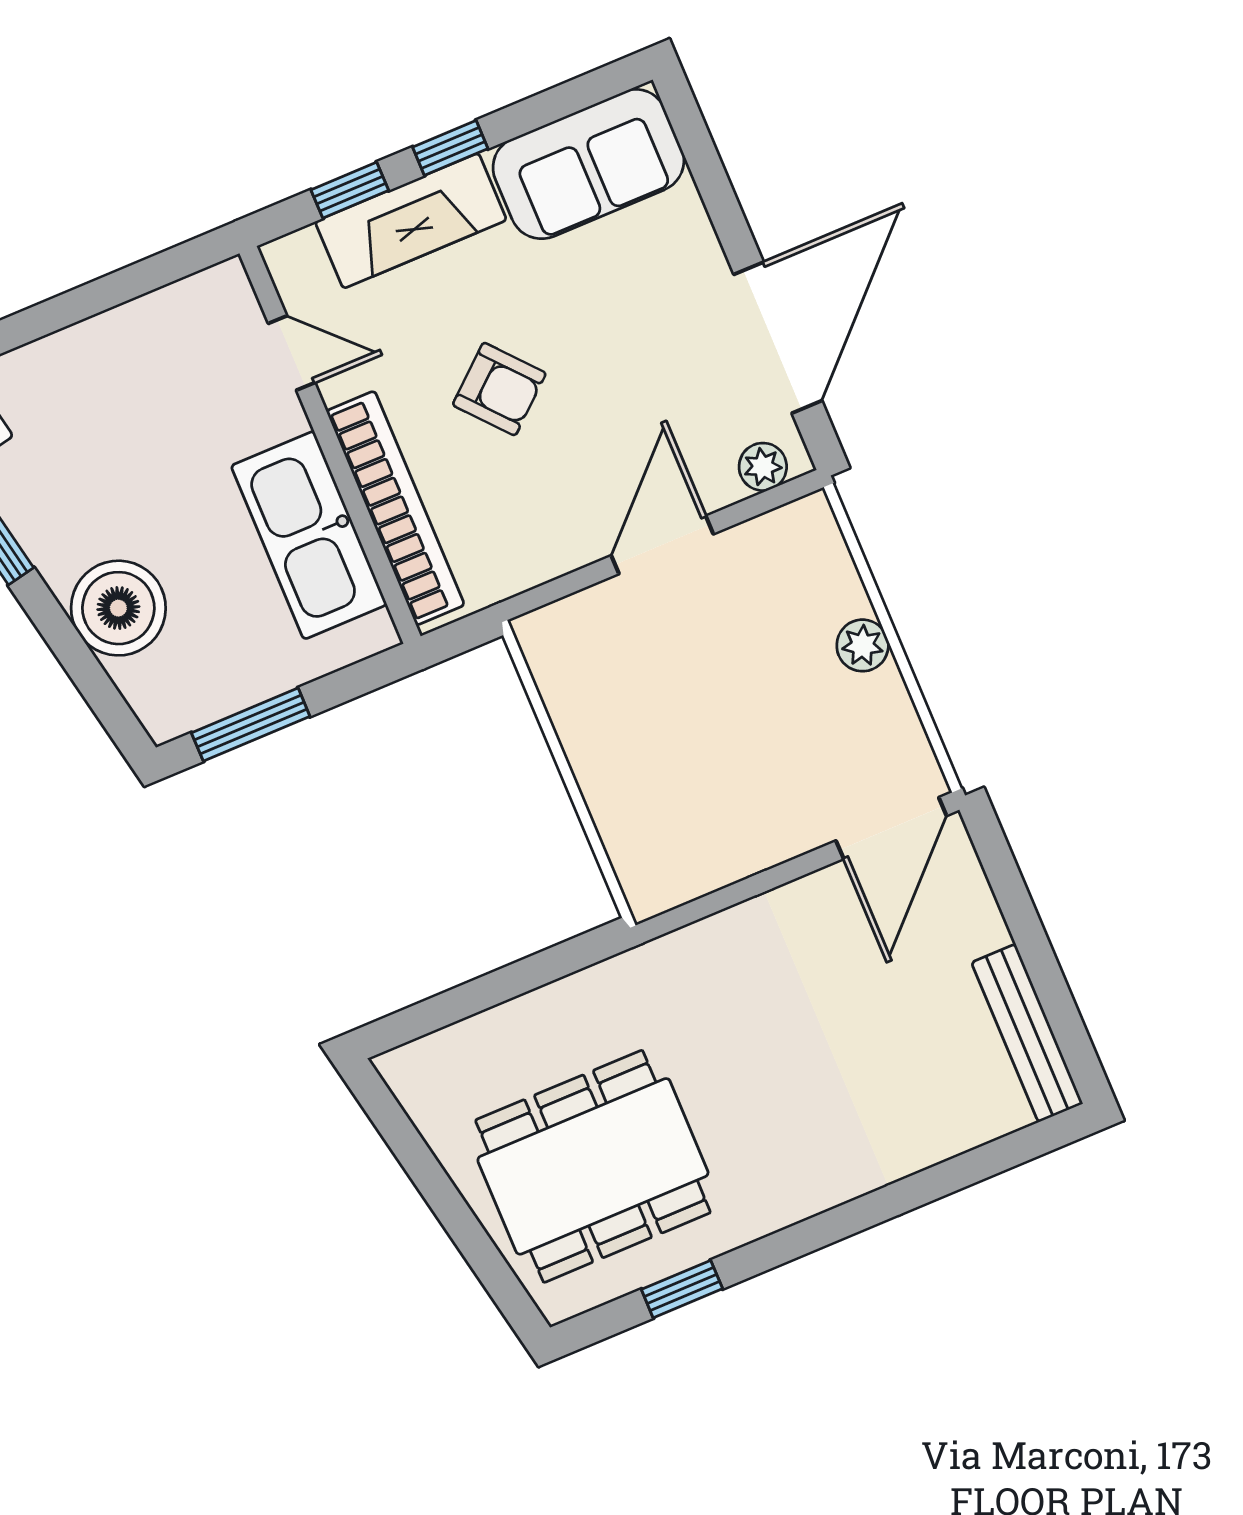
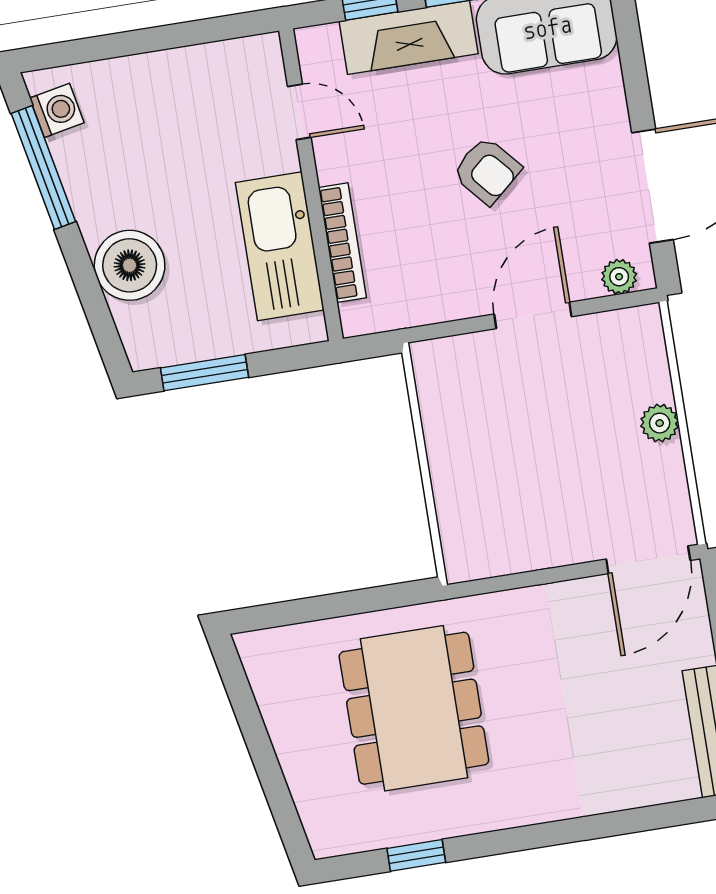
armchair: (499, 389) -> (487, 171), moved
bookcase: (395, 508) -> (342, 243), width x0.68, depth x0.76
dining table: (593, 1166) -> (414, 708), moved, turned 90

